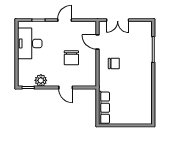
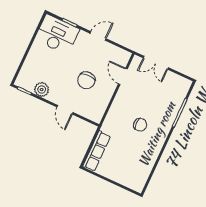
desk: (30, 43) -> (57, 34), moved, turned 90
chair: (114, 63) -> (140, 125), moved

